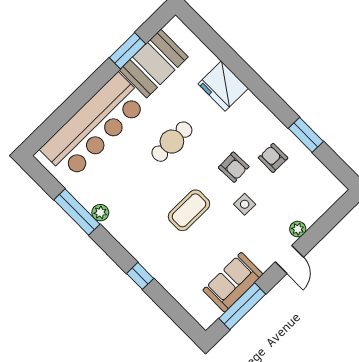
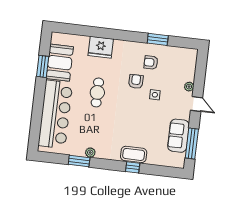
armchair: (234, 167) -> (136, 81), turned -88
coffee table: (189, 210) -> (134, 154), moved, turned 90
window: (77, 212) -> (79, 161), width x0.69

